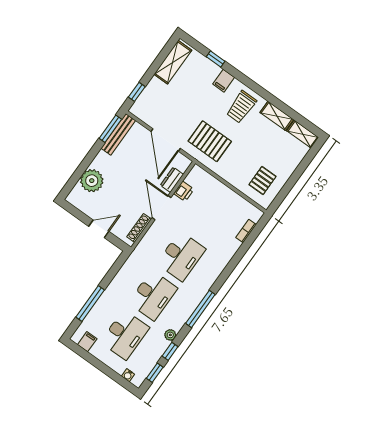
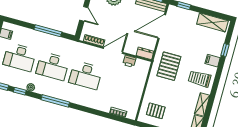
door: (166, 140) -> (162, 27), moved
dresser: (172, 180) -> (145, 53), moved
window: (90, 304) -> (48, 31), moved

